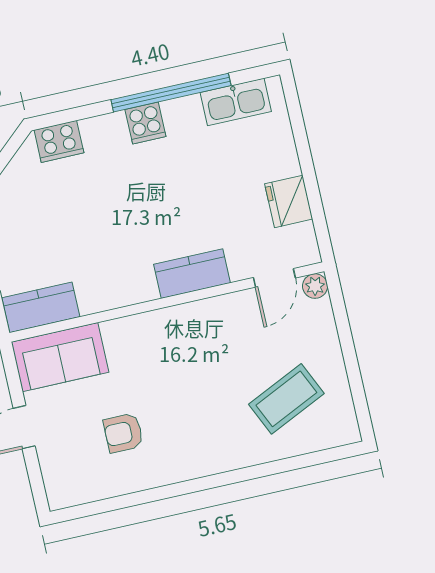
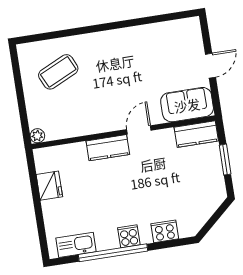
cooker: (59, 141) -> (165, 231), moved
door: (274, 278) -> (139, 130), moved
armchair: (123, 433) -> (153, 59), removed

